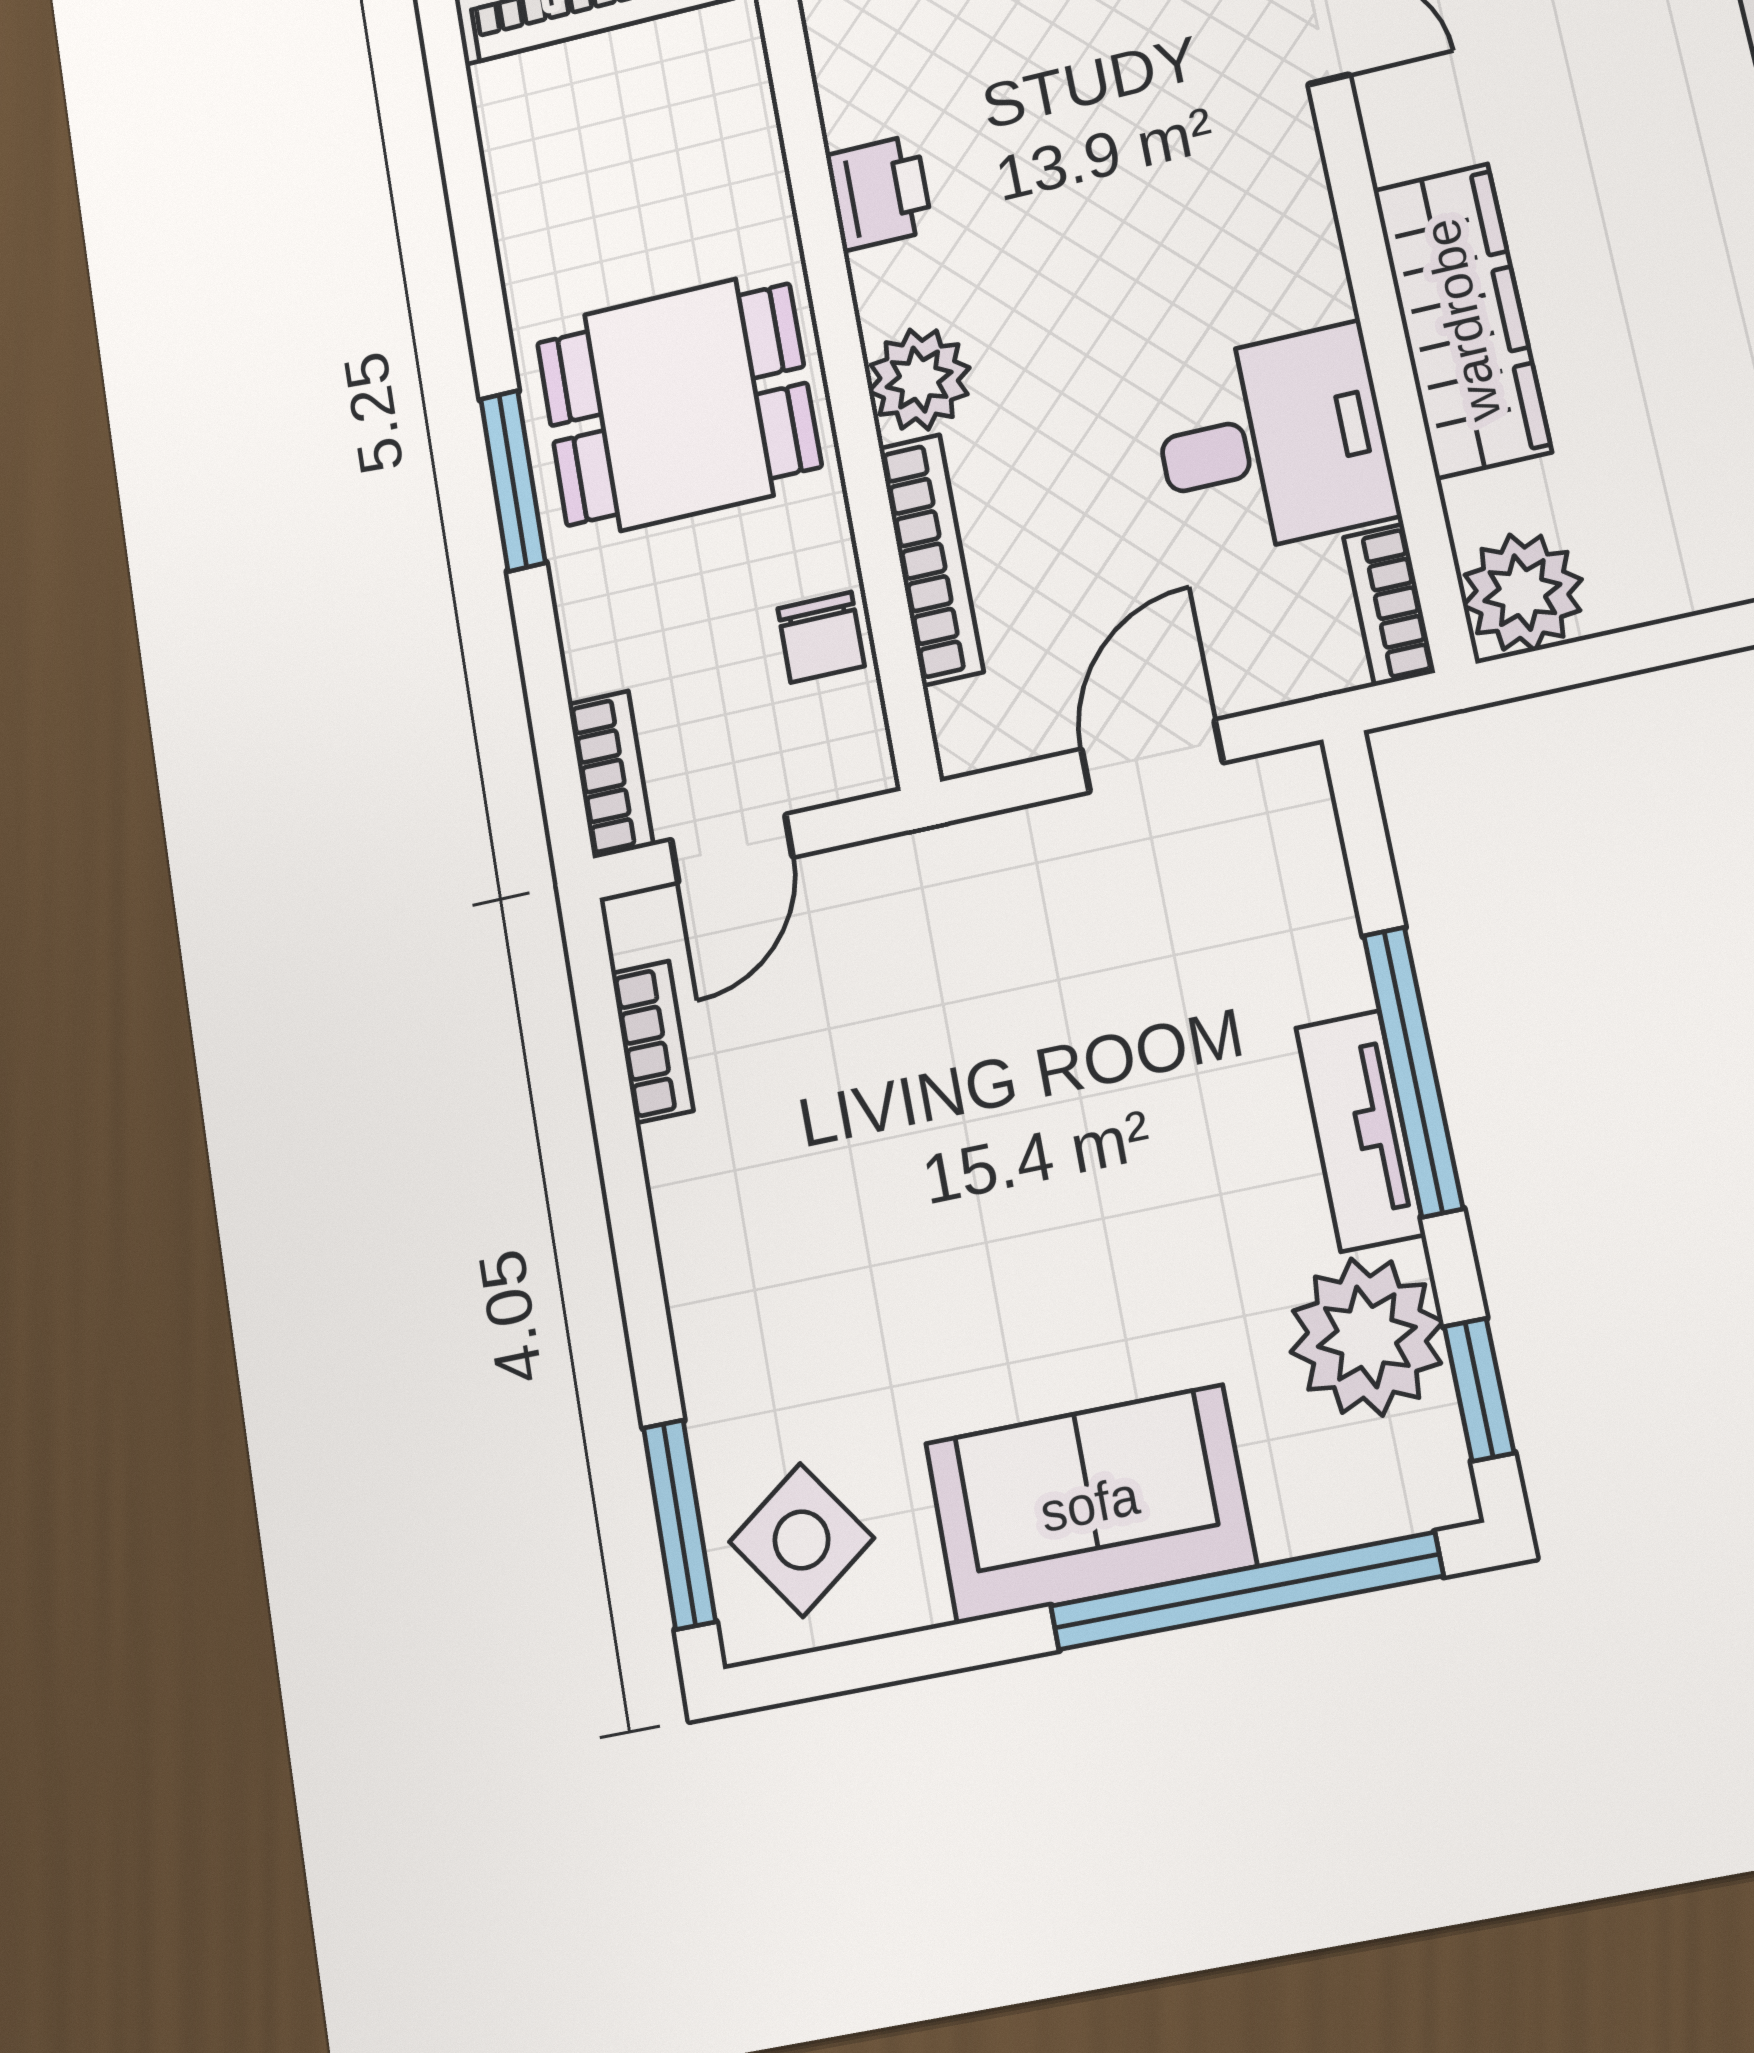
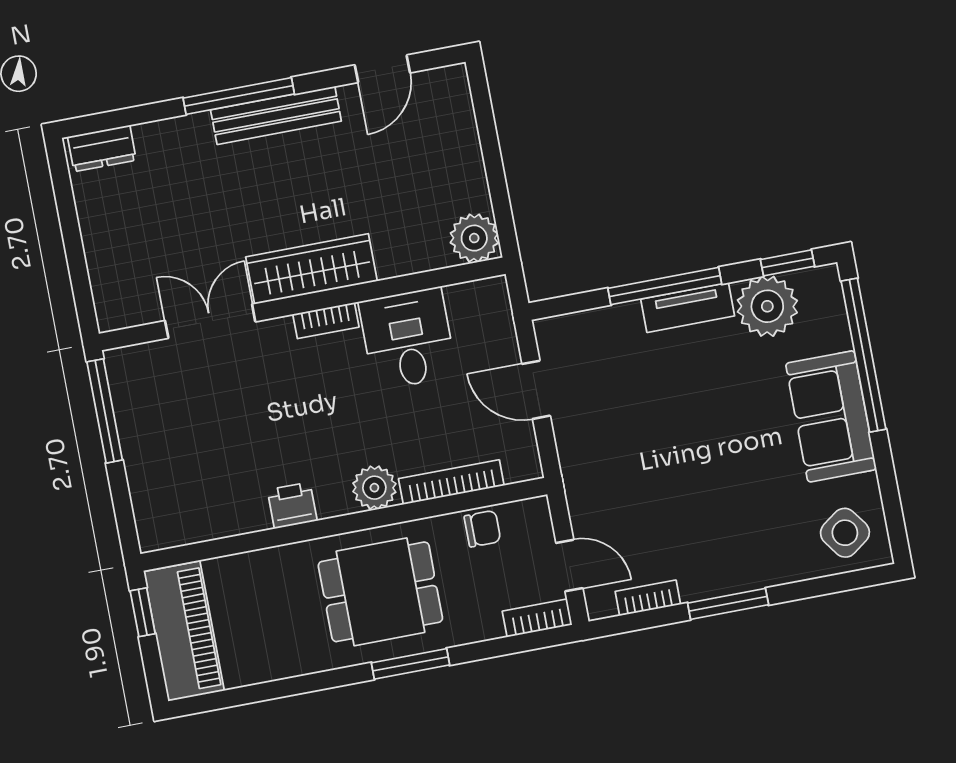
wardrobe: (1462, 320) -> (311, 269), moved
dining table: (678, 404) -> (380, 592), turned 90
bookcase: (1389, 605) -> (326, 321), moved
window: (679, 1524) -> (728, 604), moved

